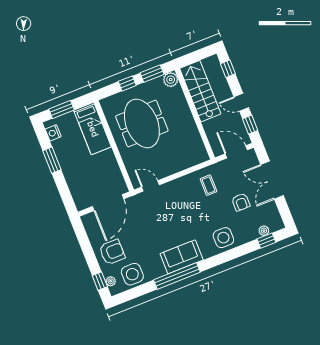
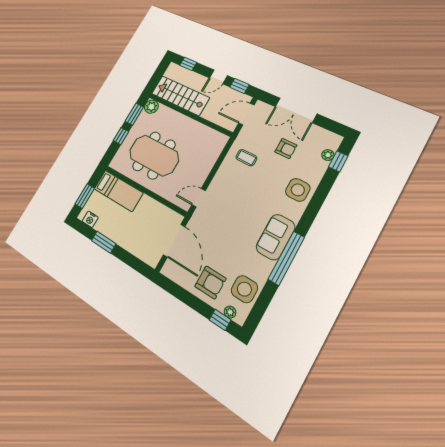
armchair: (112, 252) -> (210, 282), turned 90

